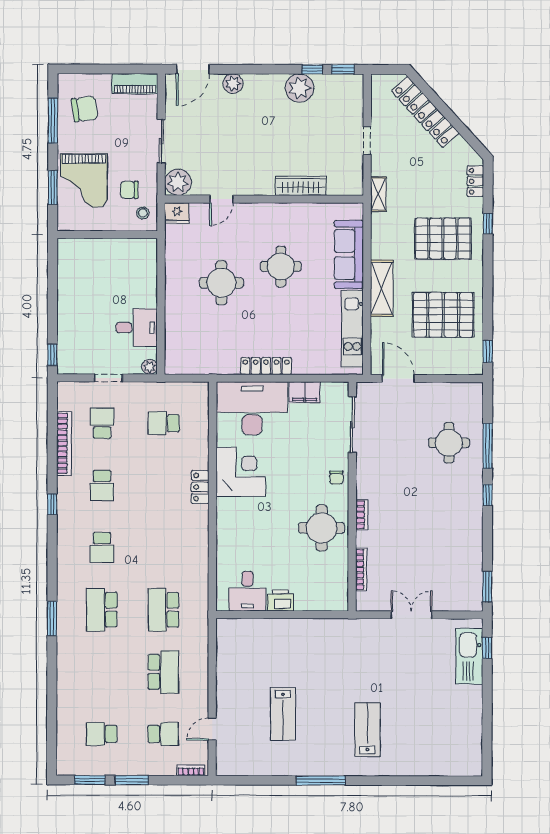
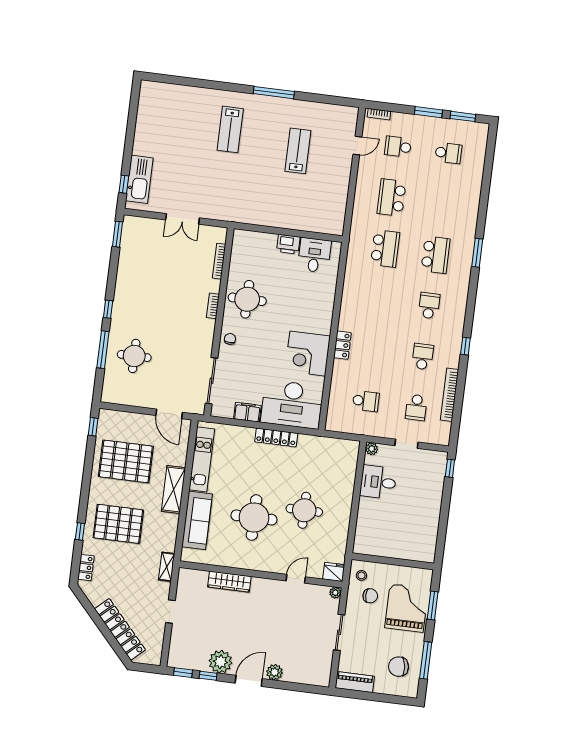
door: (193, 69) -> (249, 681), moved
plant: (178, 182) -> (335, 593), width x0.53, depth x0.53
round table: (281, 267) -> (254, 517), width x1.36, depth x1.36

